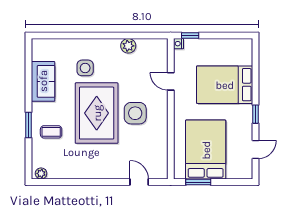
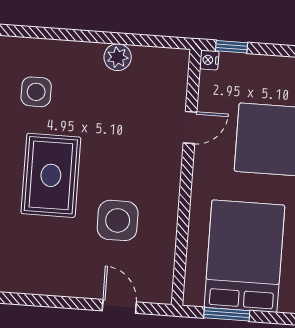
door: (171, 81) -> (190, 128), swing flipped
rug: (97, 113) -> (51, 175), width x0.73, depth x0.69
side table: (135, 113) -> (118, 220), moved

